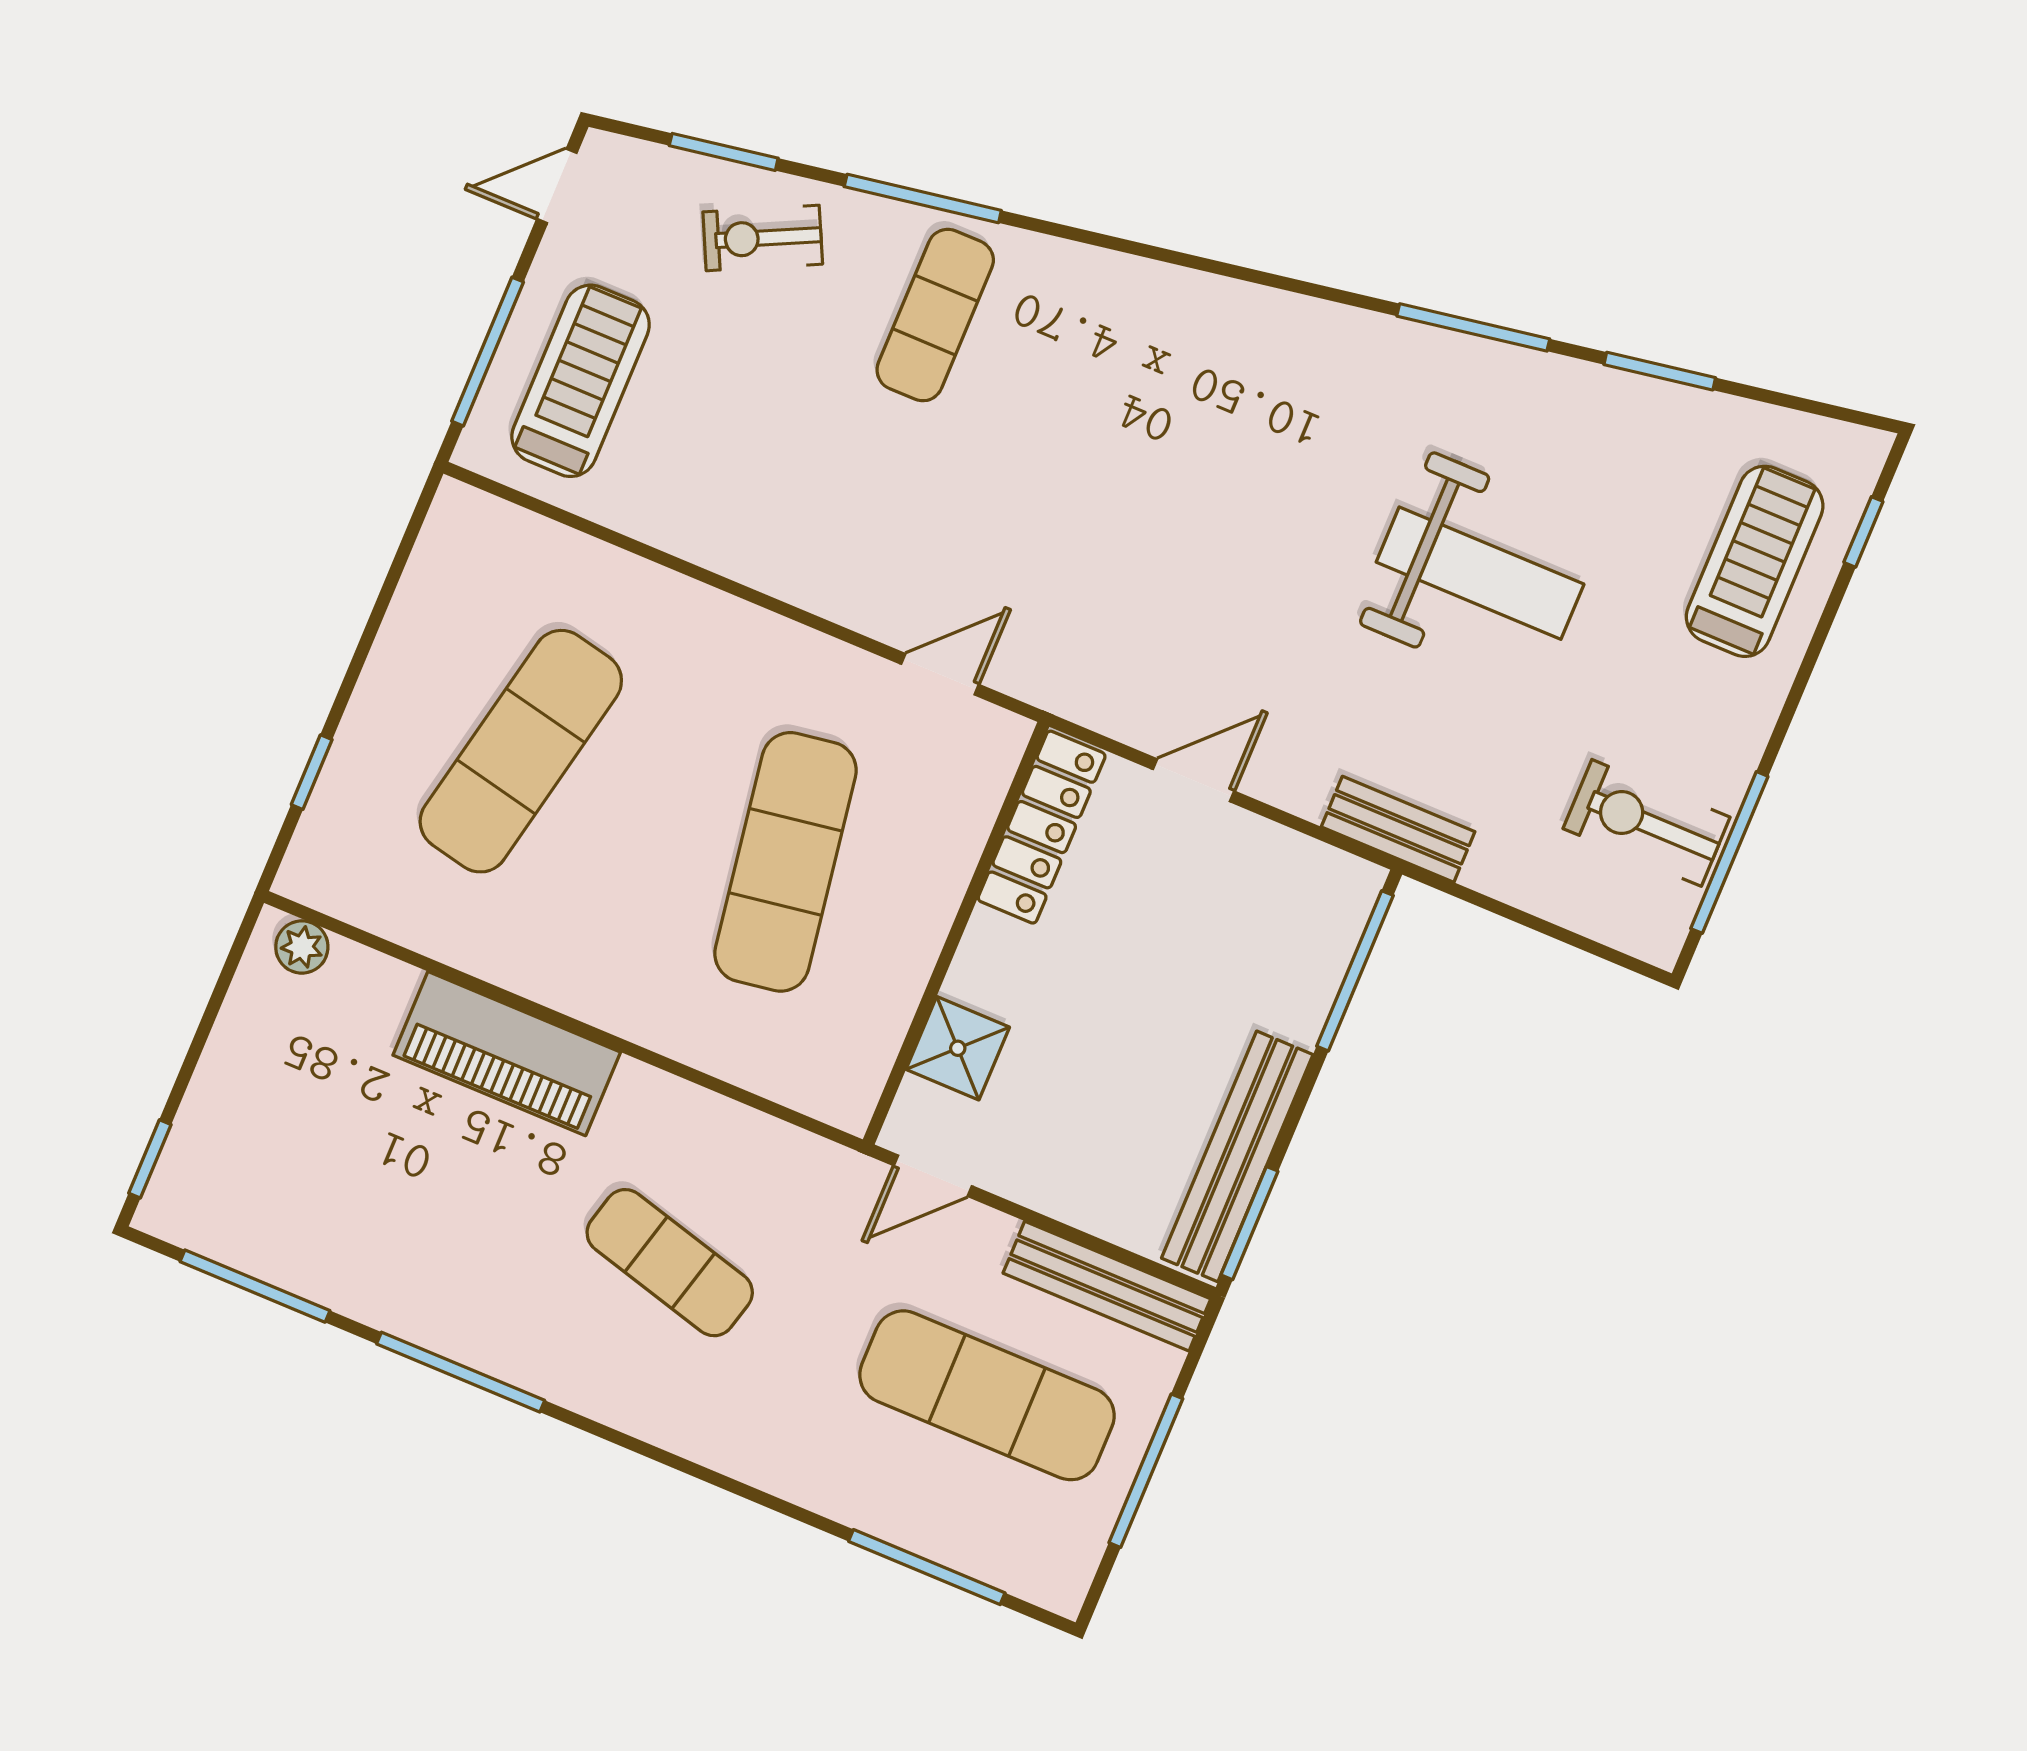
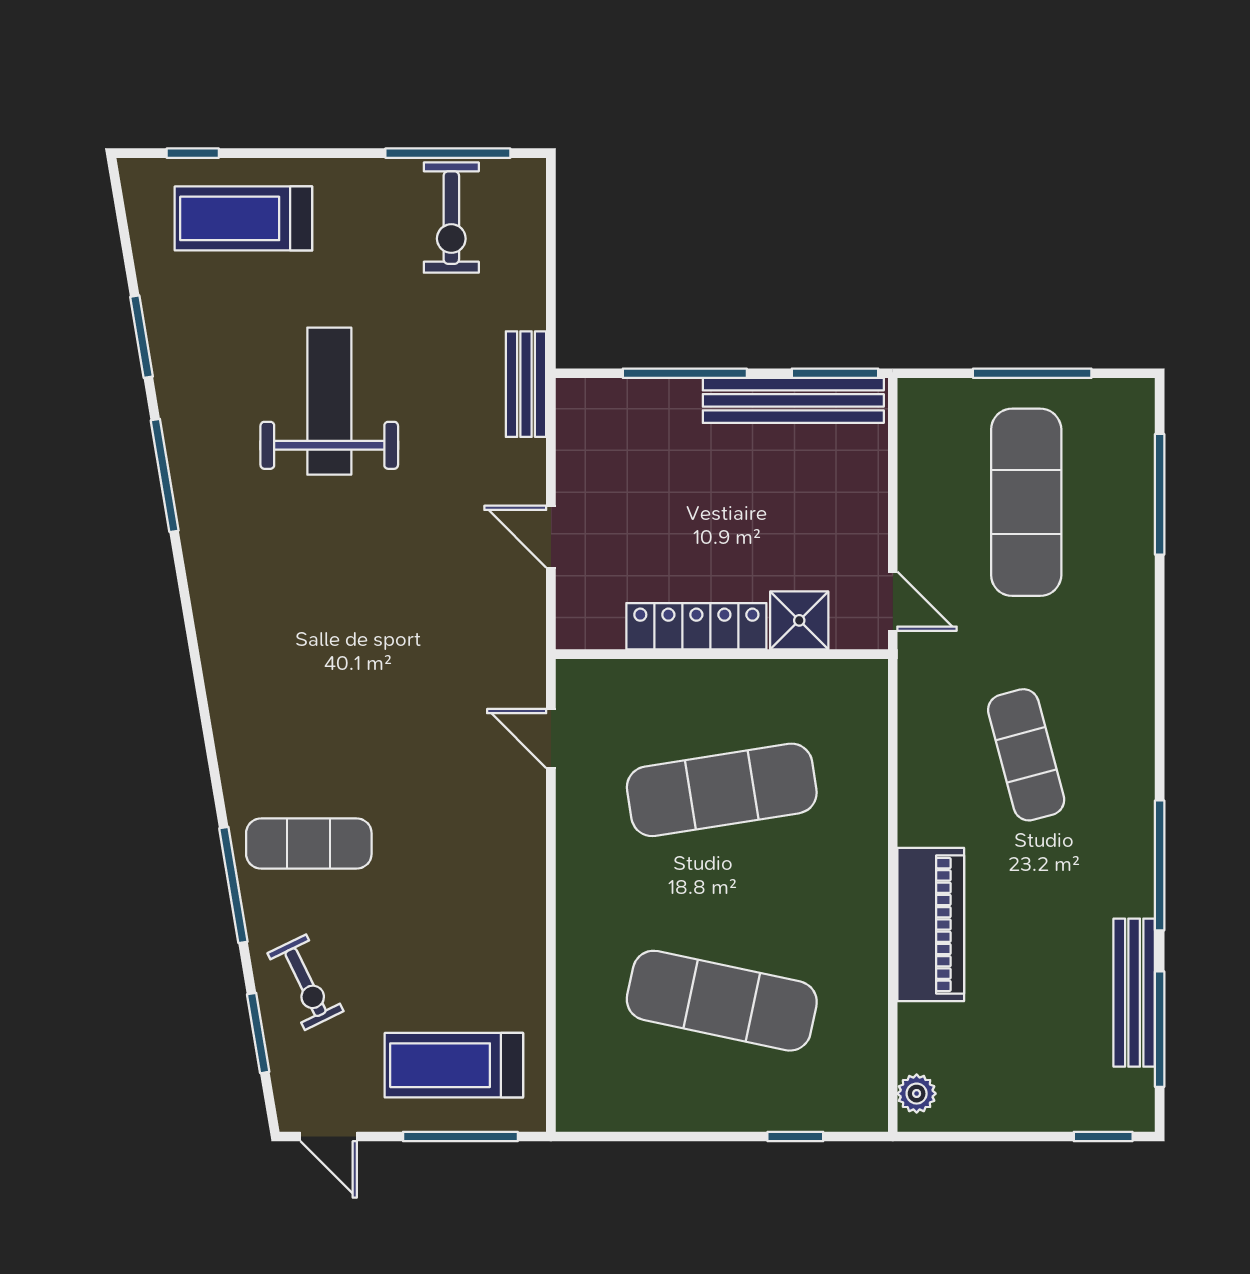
locker: (1042, 827) -> (696, 626), moved
window: (1355, 971) -> (685, 373), moved
exercise mat: (670, 1263) -> (1026, 755), turned -30
bench: (1107, 1286) -> (1134, 993), moved

